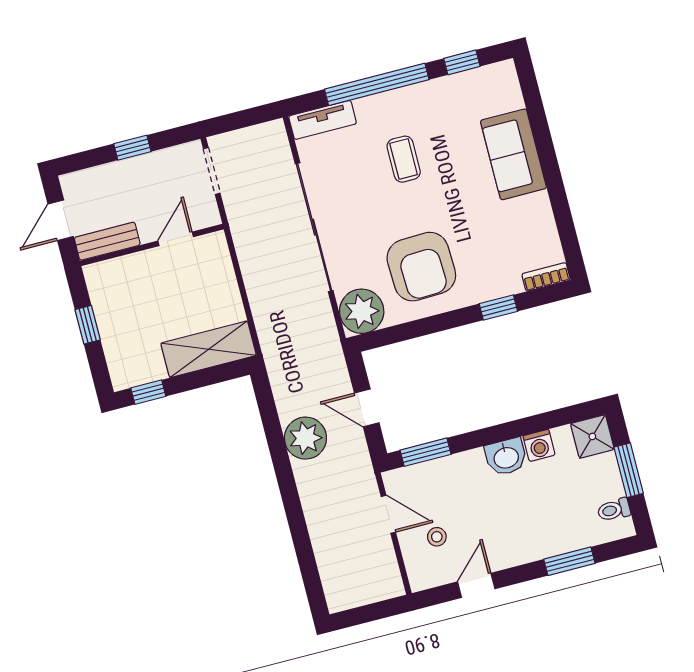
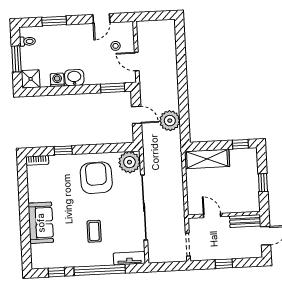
door: (176, 239) -> (212, 215), swing flipped
plant: (305, 438) -> (170, 121), moved

